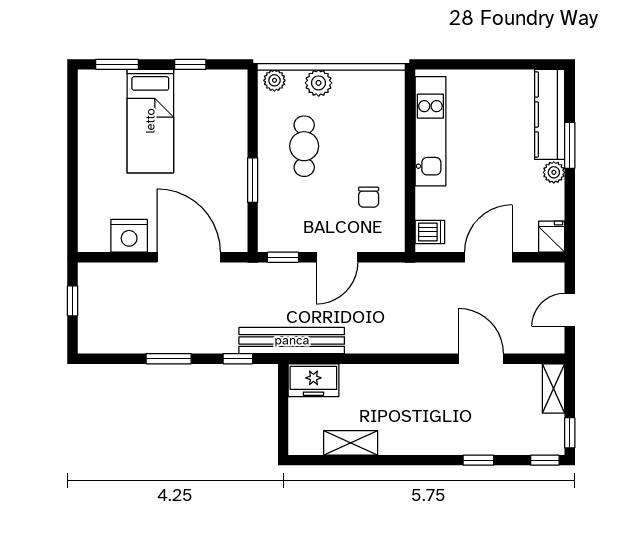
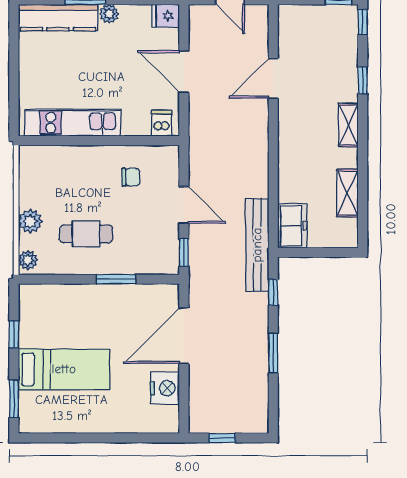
shelving: (554, 388) -> (348, 125), moved, turned 90

